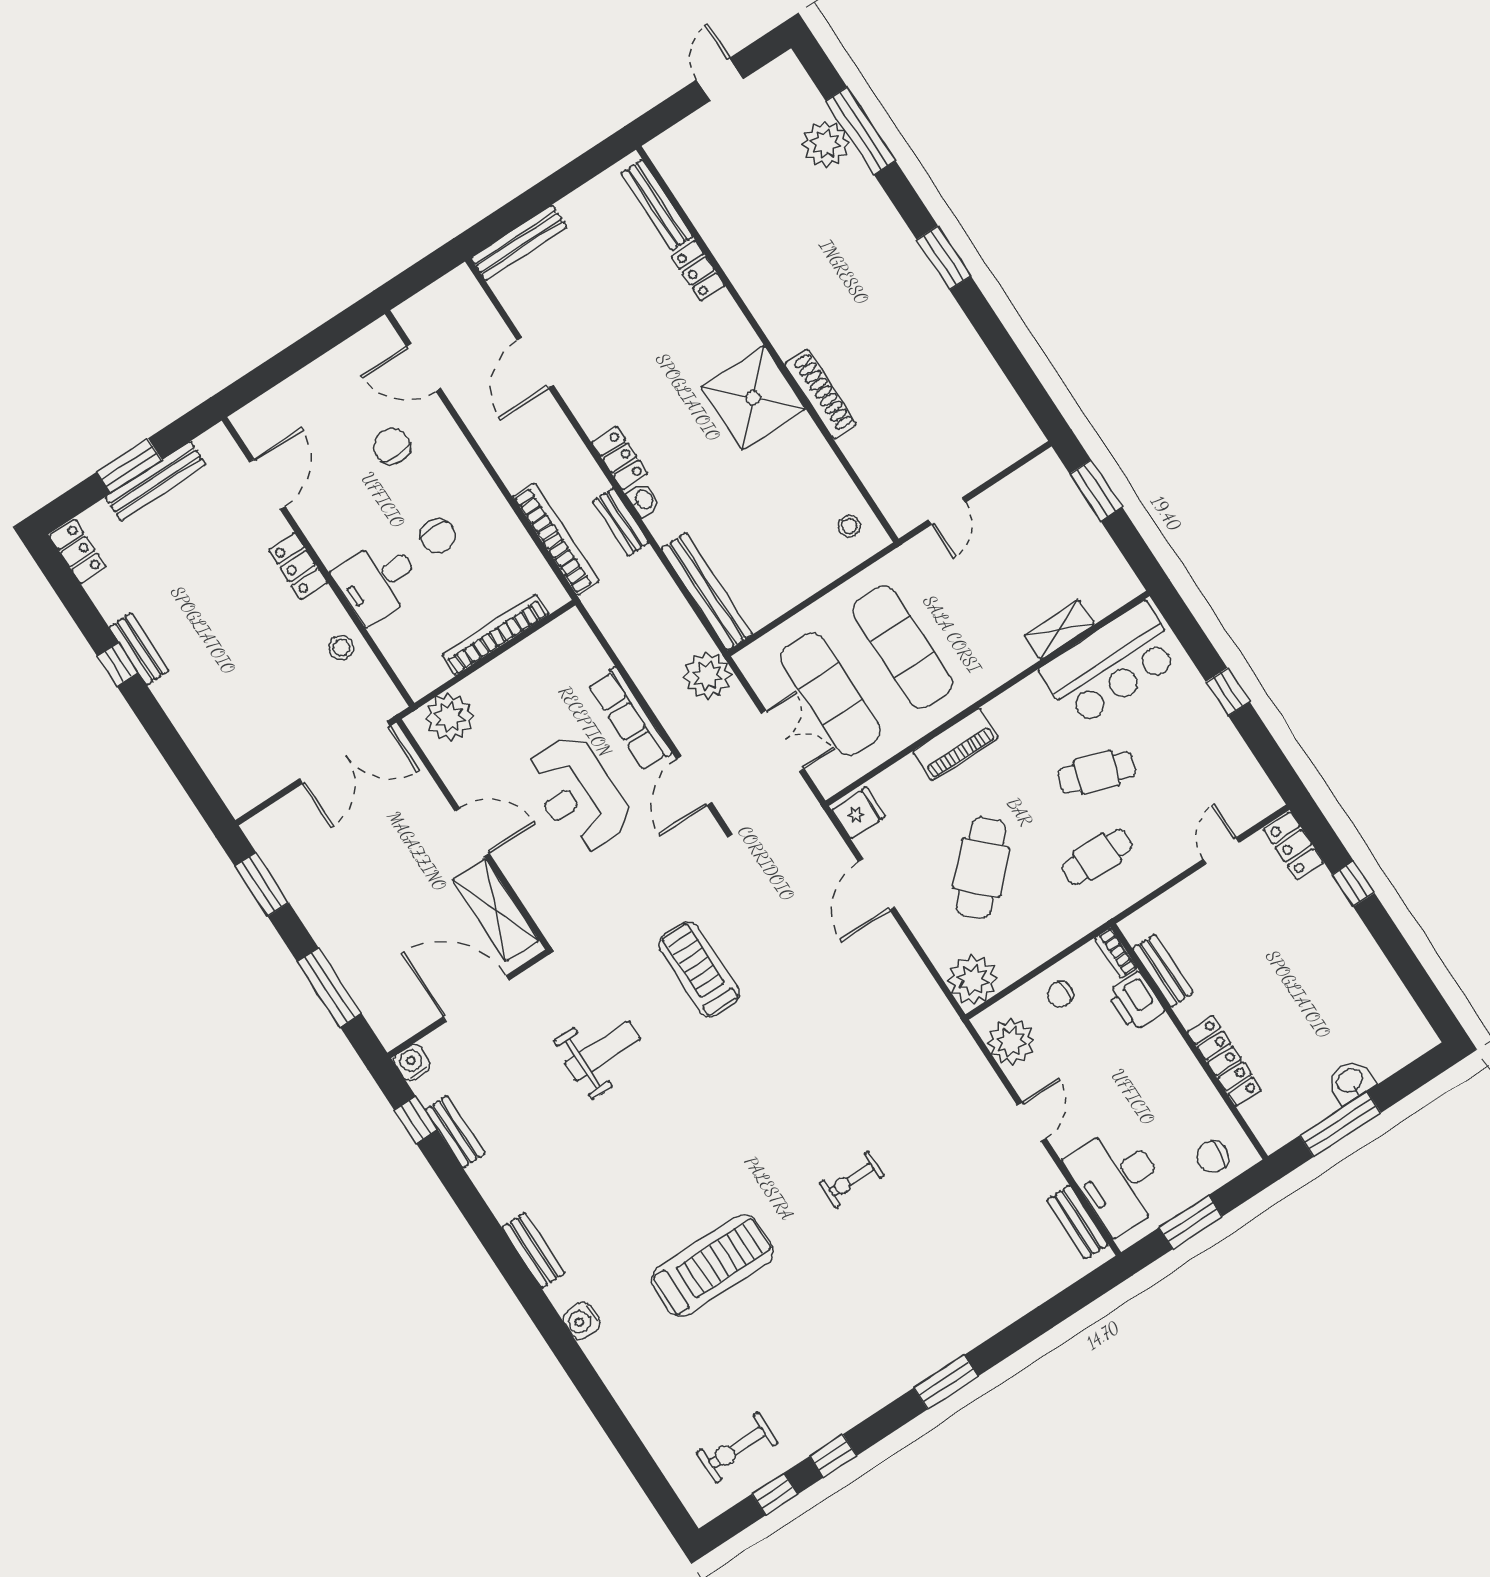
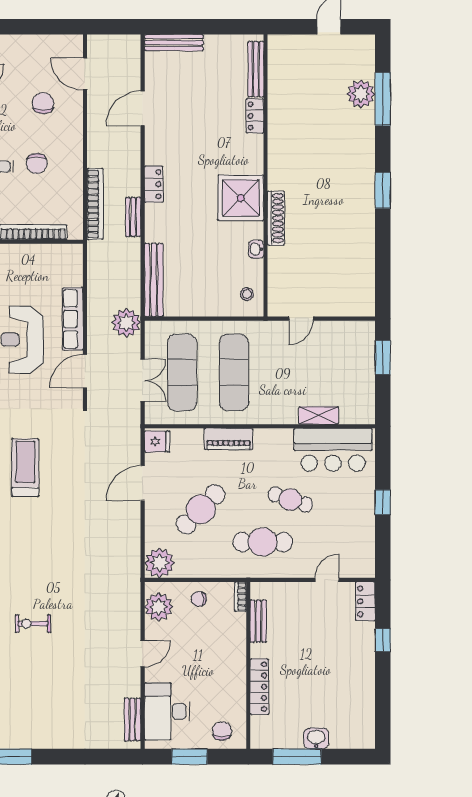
washbasin: (643, 500) -> (256, 249), moved, turned 180
cafe table: (1097, 857) -> (263, 542), width x1.37, depth x1.35
printer: (1135, 1002) -> (234, 628), removed
chair: (1212, 1157) -> (222, 731), turned 84

